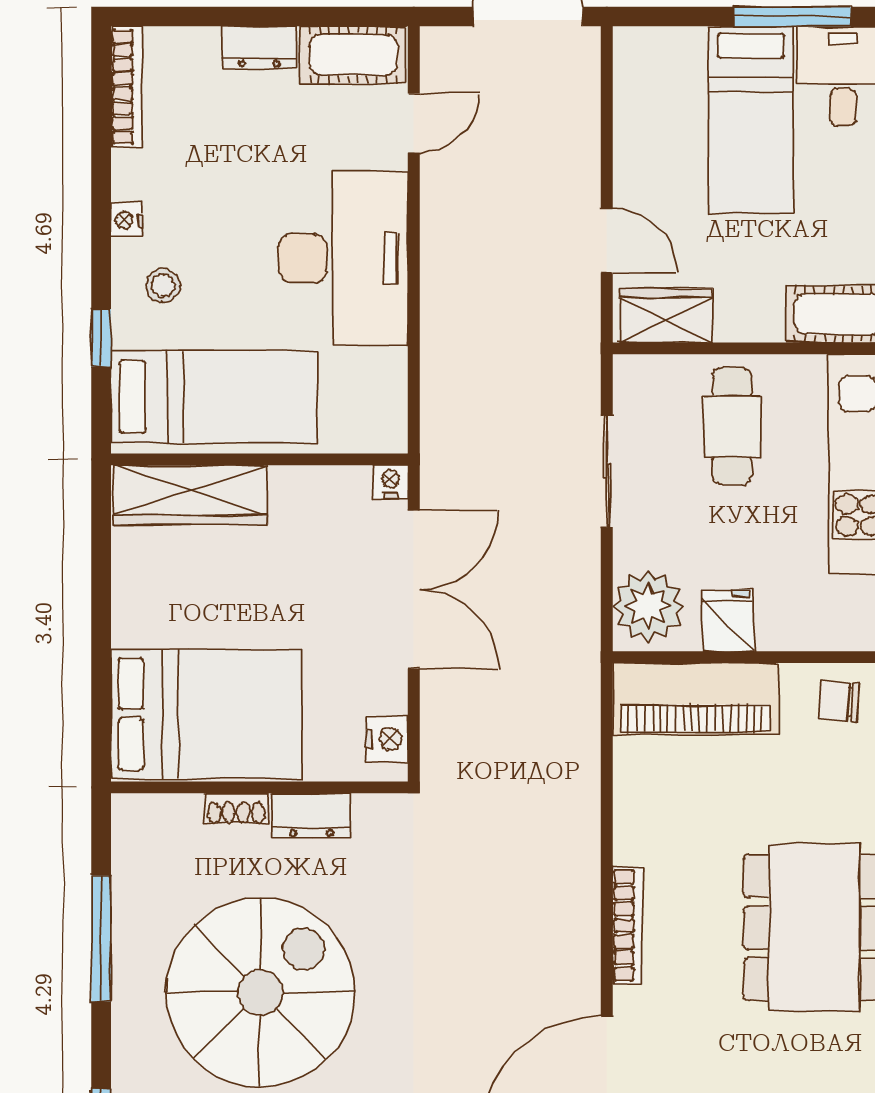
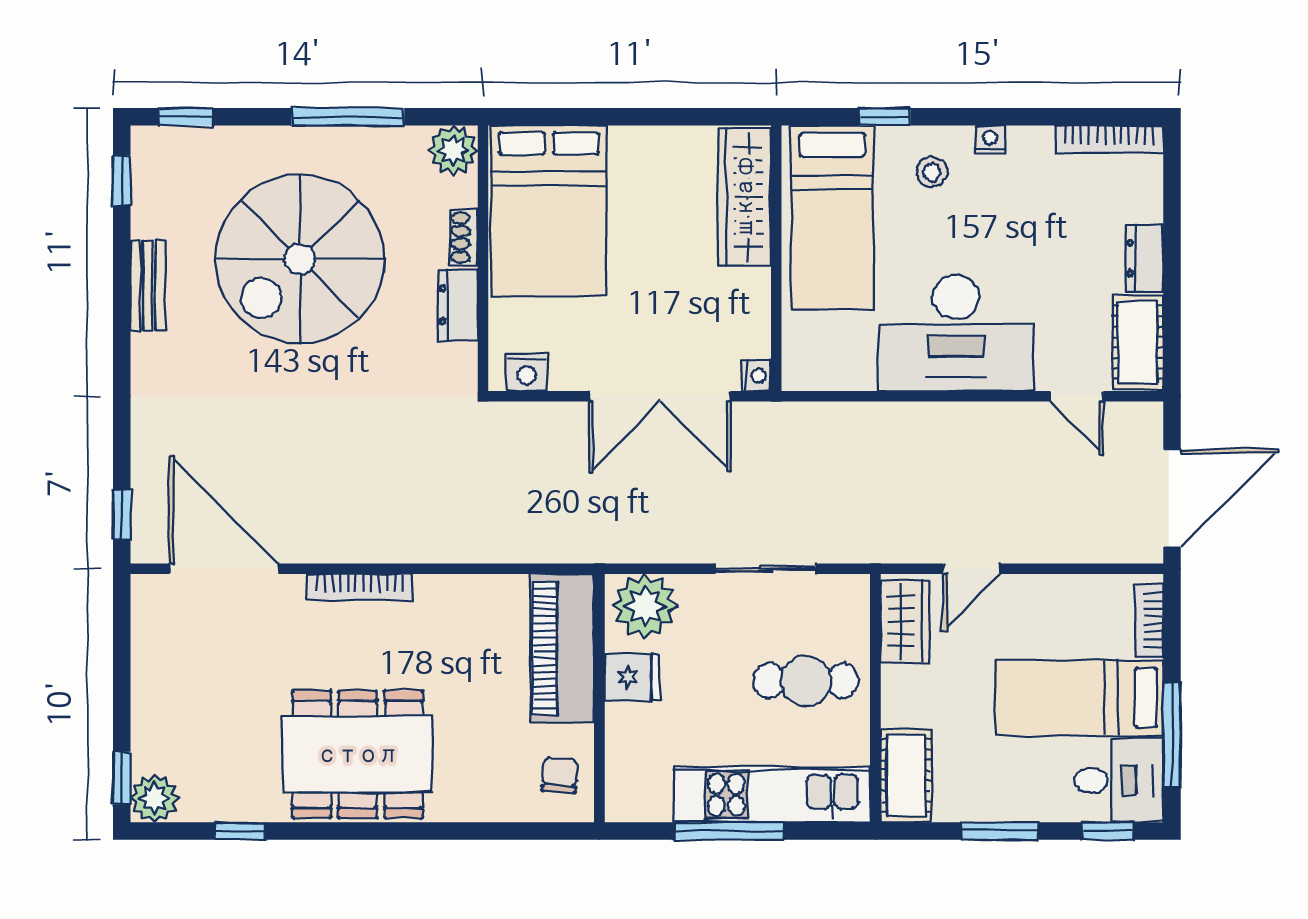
bookcase: (664, 42) -> (1149, 620), added
plant: (138, 821) -> (453, 150), added
spiral stairs: (260, 992) -> (300, 259), turned 90

